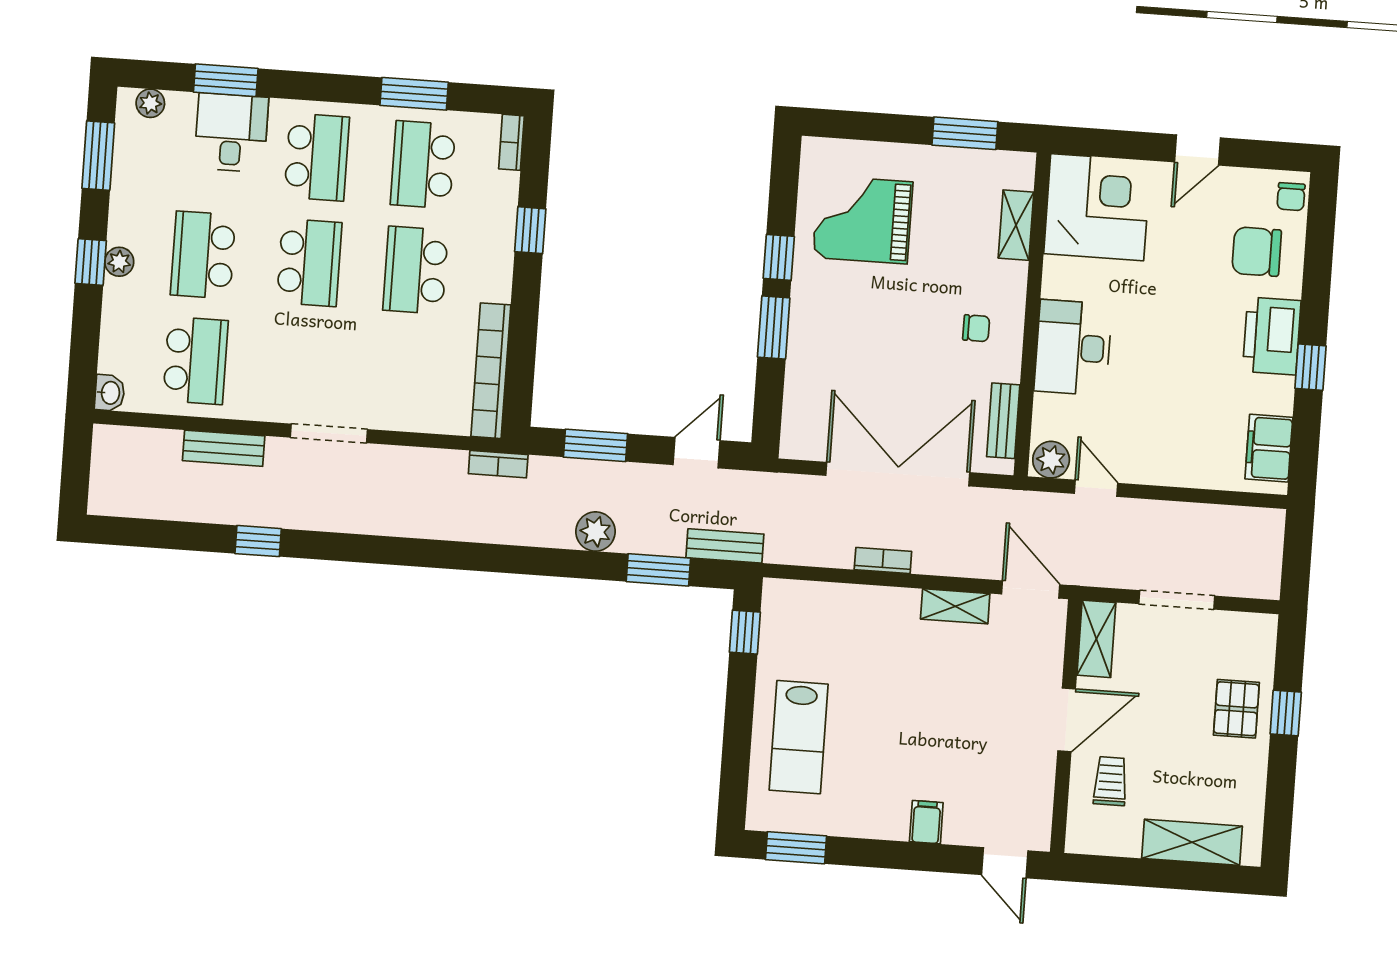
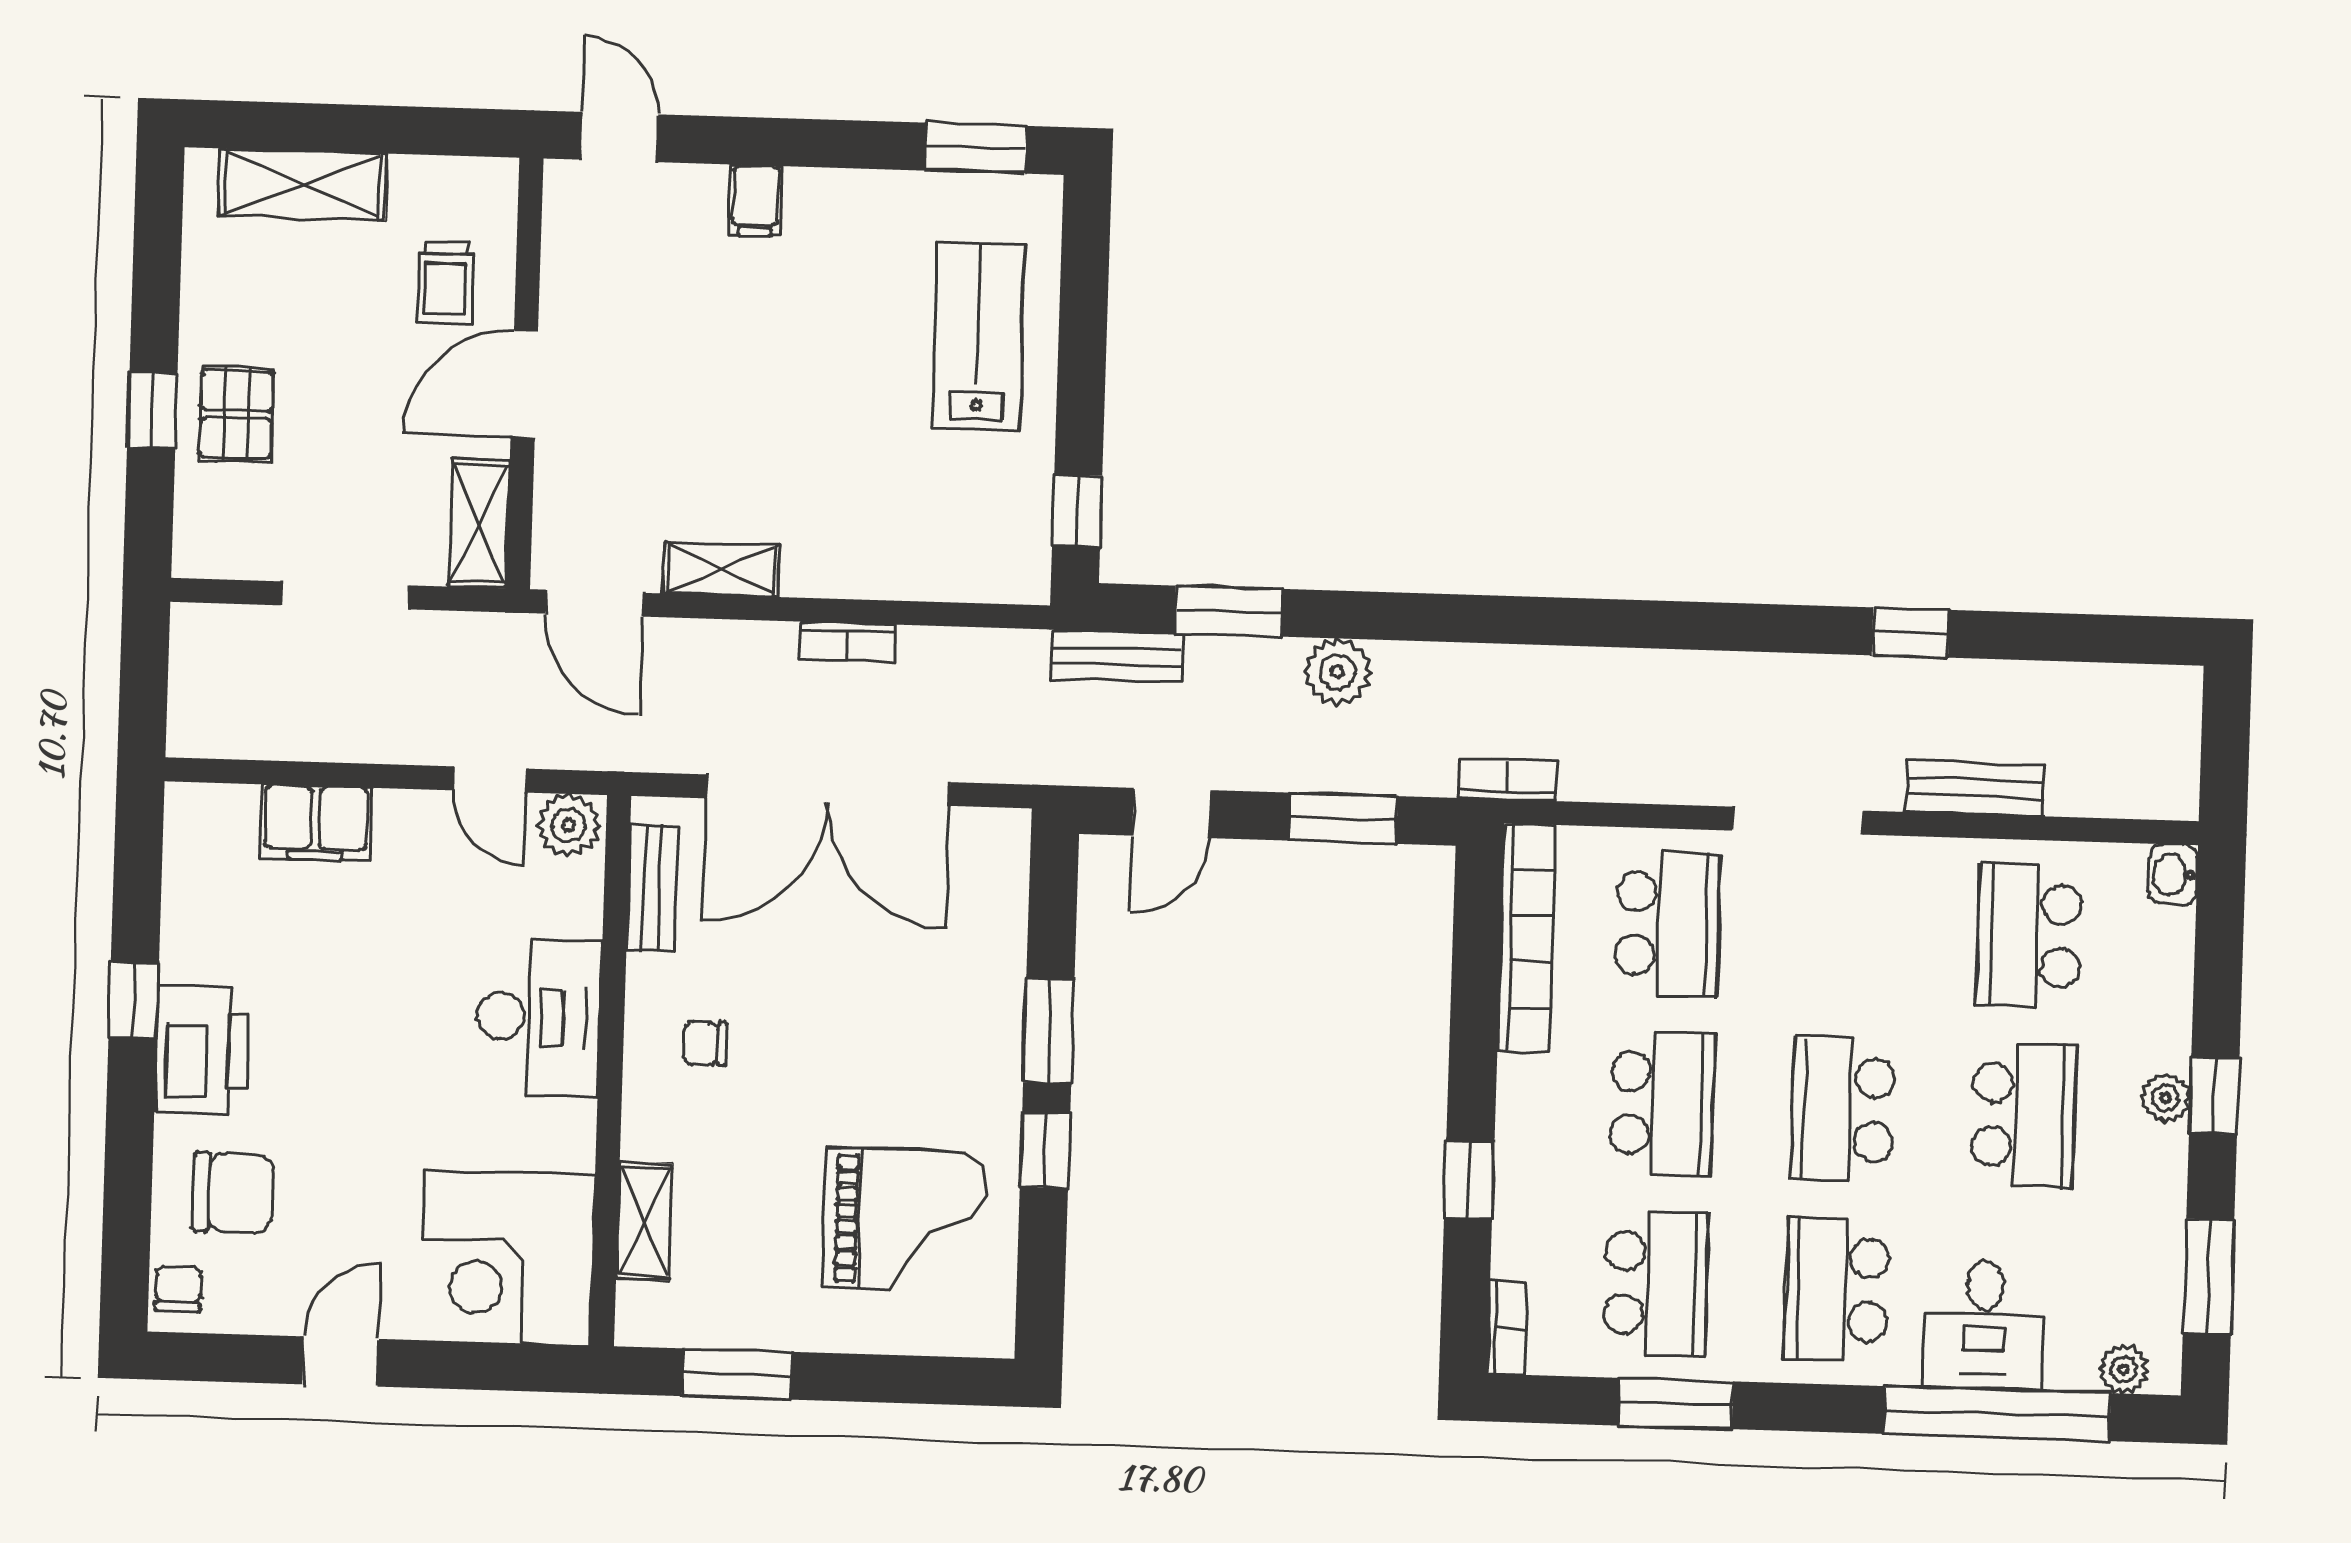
window: (226, 80) -> (1997, 1414), width x2.11
school desk: (408, 376) -> (1667, 924), added
filing cabinet: (1269, 448) -> (316, 823), moved, turned 90

